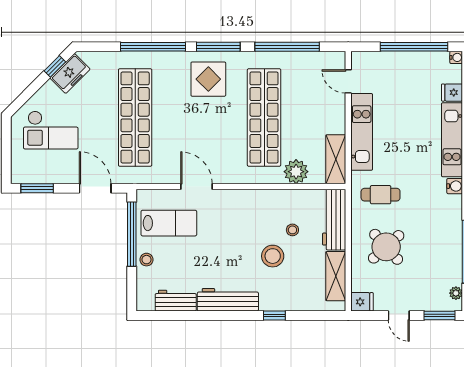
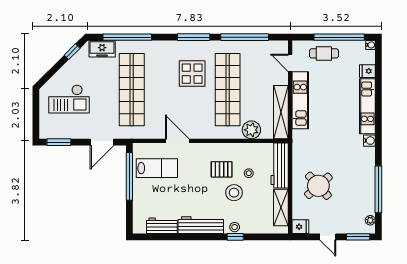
window: (153, 47) -> (127, 37), moved
freezer: (70, 73) -> (102, 49), moved, turned 45
display table: (208, 79) -> (192, 74), moved
shelving: (336, 159) -> (281, 112), width x1.47
door: (95, 188) -> (102, 142), swing flipped
cafe table: (381, 195) -> (324, 53), moved
pallet: (256, 225) -> (222, 169), added
stool: (147, 260) -> (235, 227), moved

